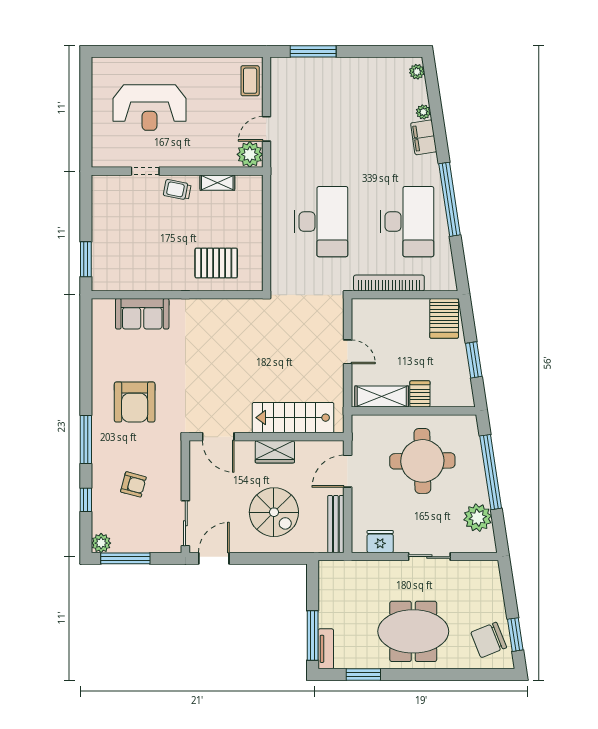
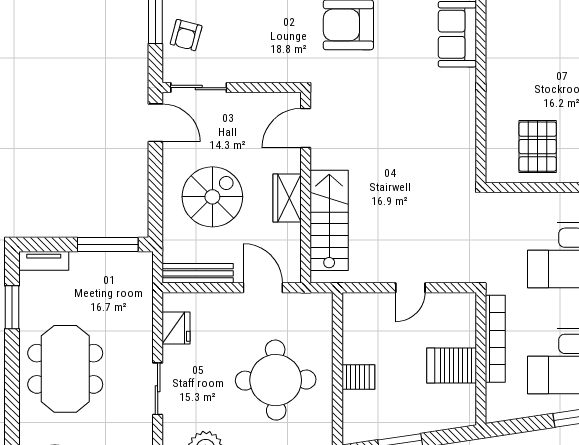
pallet: (216, 263) -> (538, 147), moved
server rack: (444, 318) -> (452, 366), moved
shelving: (382, 396) -> (355, 330), removed
armchair: (133, 484) -> (186, 35), moved
spiral stairs: (274, 512) -> (212, 197), turned 180
window: (313, 636) -> (108, 245), moved

